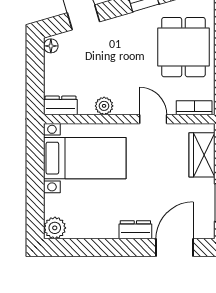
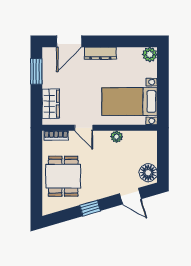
floor lamp: (51, 46) -> (148, 173), width x1.89, depth x1.89
dresser: (60, 105) -> (146, 137), removed
dresser: (135, 230) -> (100, 53), width x1.44

